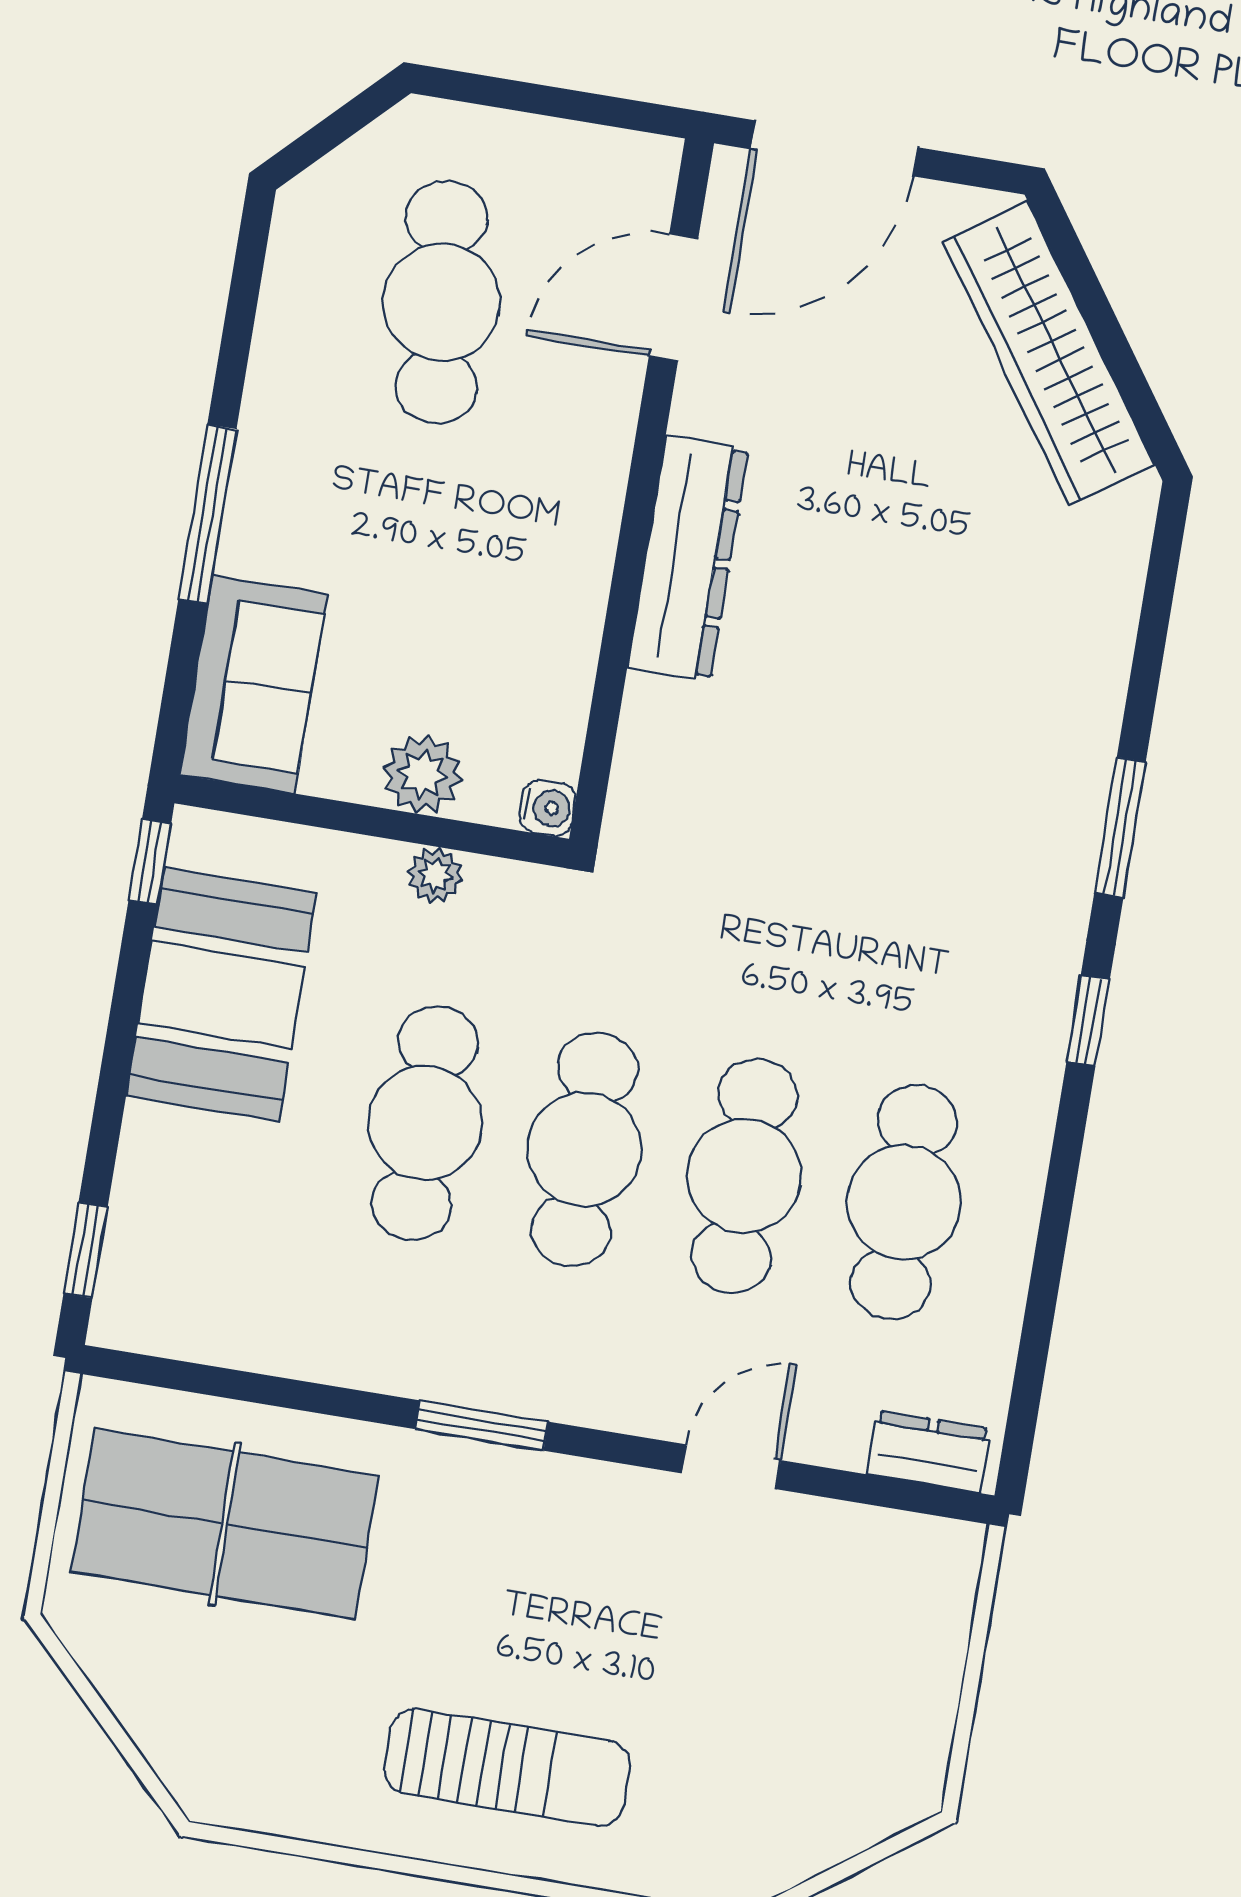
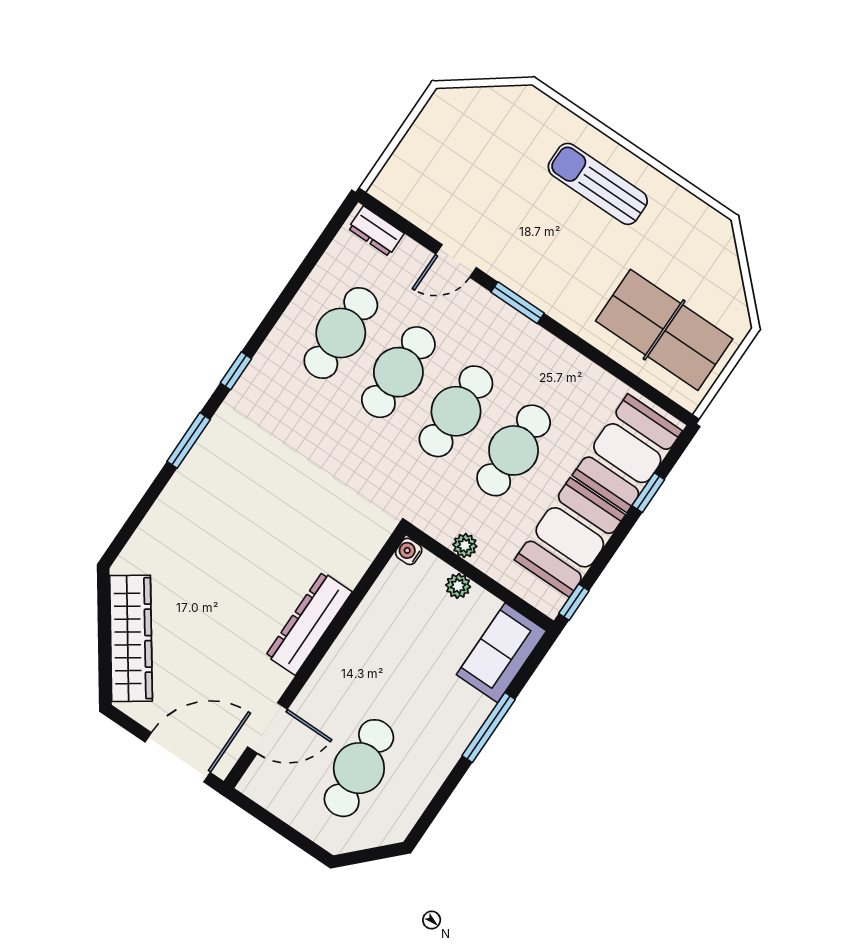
plant: (422, 774) -> (458, 586), width x0.73, depth x0.73
booth: (182, 1228) -> (627, 453), added
window: (86, 1250) -> (648, 493), moved
window: (482, 1425) -> (518, 303), moved

